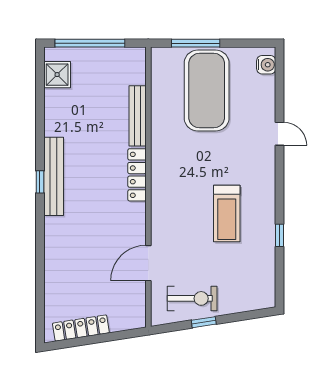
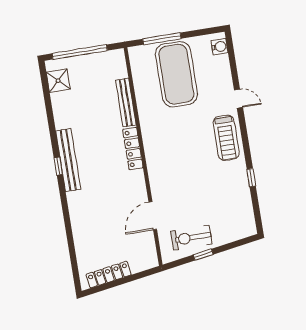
treadmill: (227, 214) -> (226, 138), moved
exercise bike: (192, 298) -> (191, 238), turned 180

